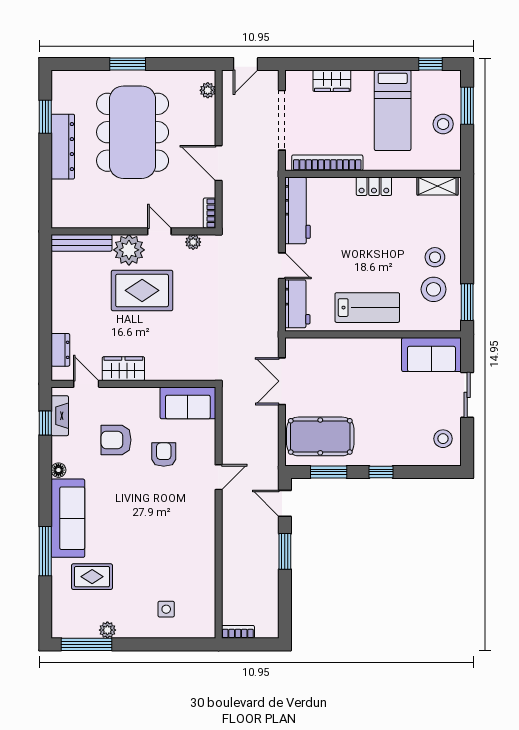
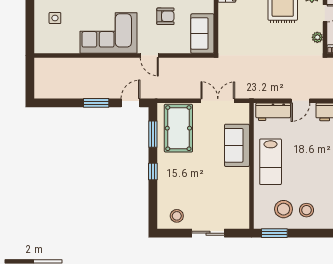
sofa: (431, 354) -> (237, 145), moved
corner sofa: (187, 534) -> (109, 33), added
bookcase: (238, 632) -> (39, 69), removed

